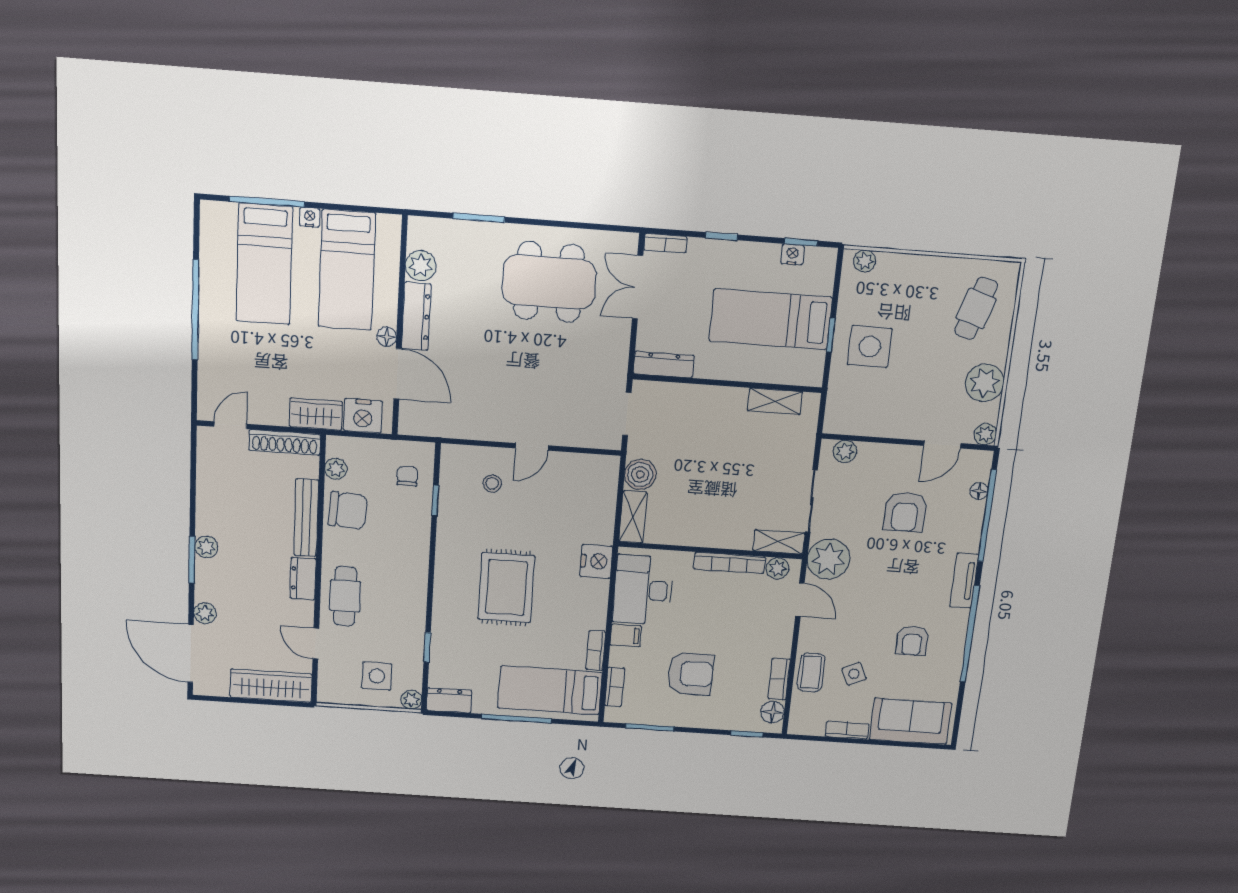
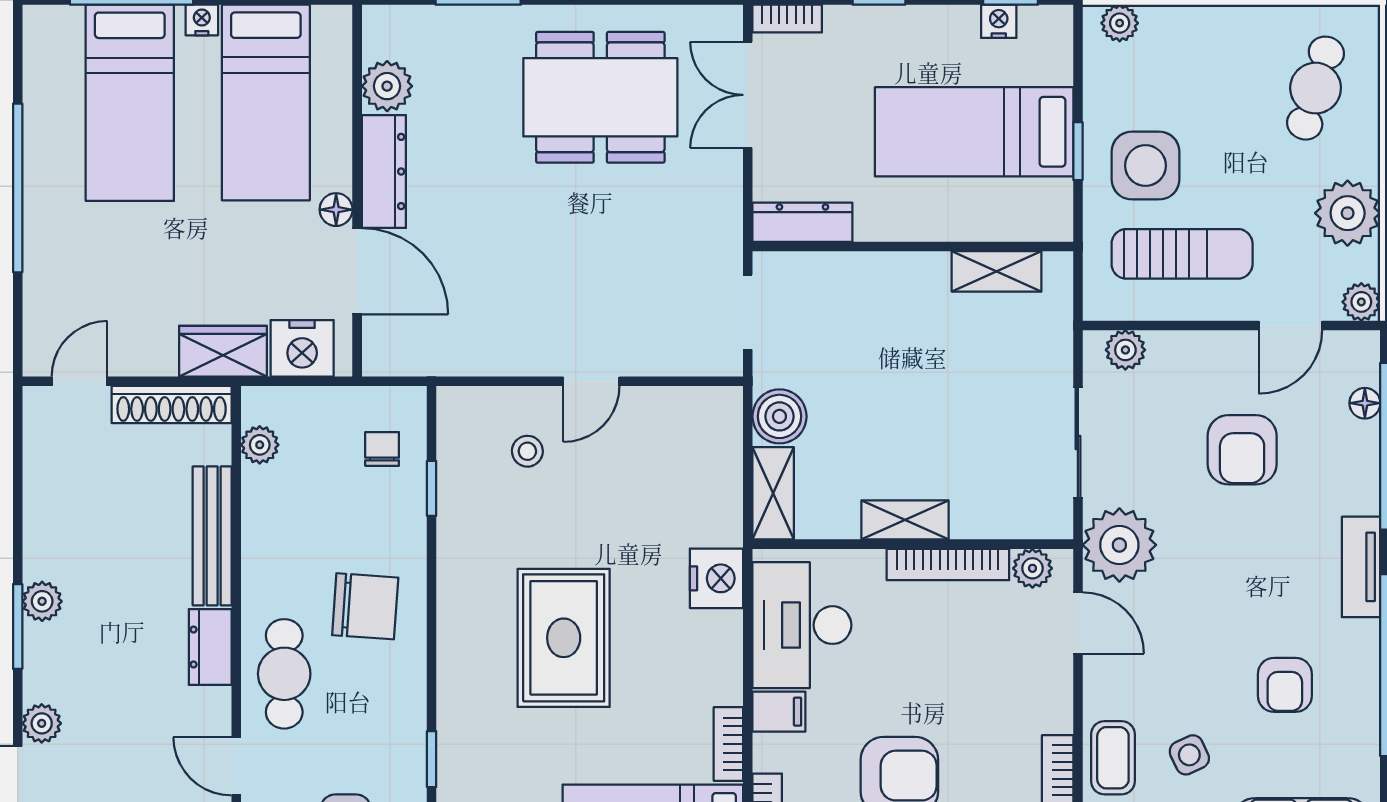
sun lounger: (885, 399) -> (1182, 254), added
chair: (348, 511) -> (365, 606), moved
shelving: (779, 542) -> (905, 520), moved

